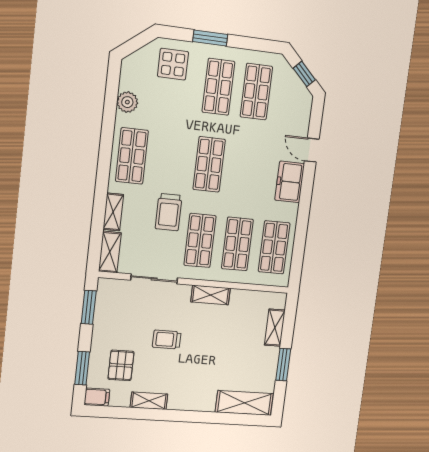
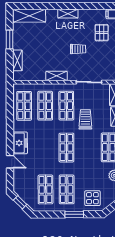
shelving: (149, 401) -> (68, 14), moved

